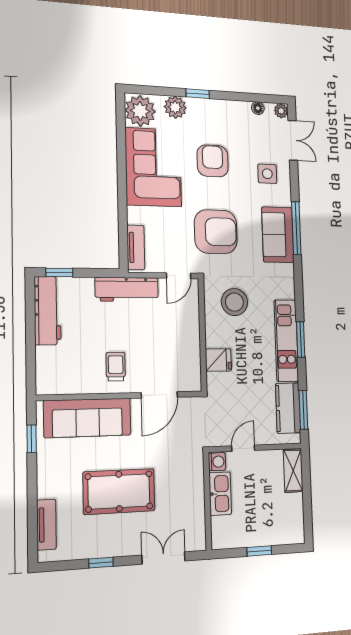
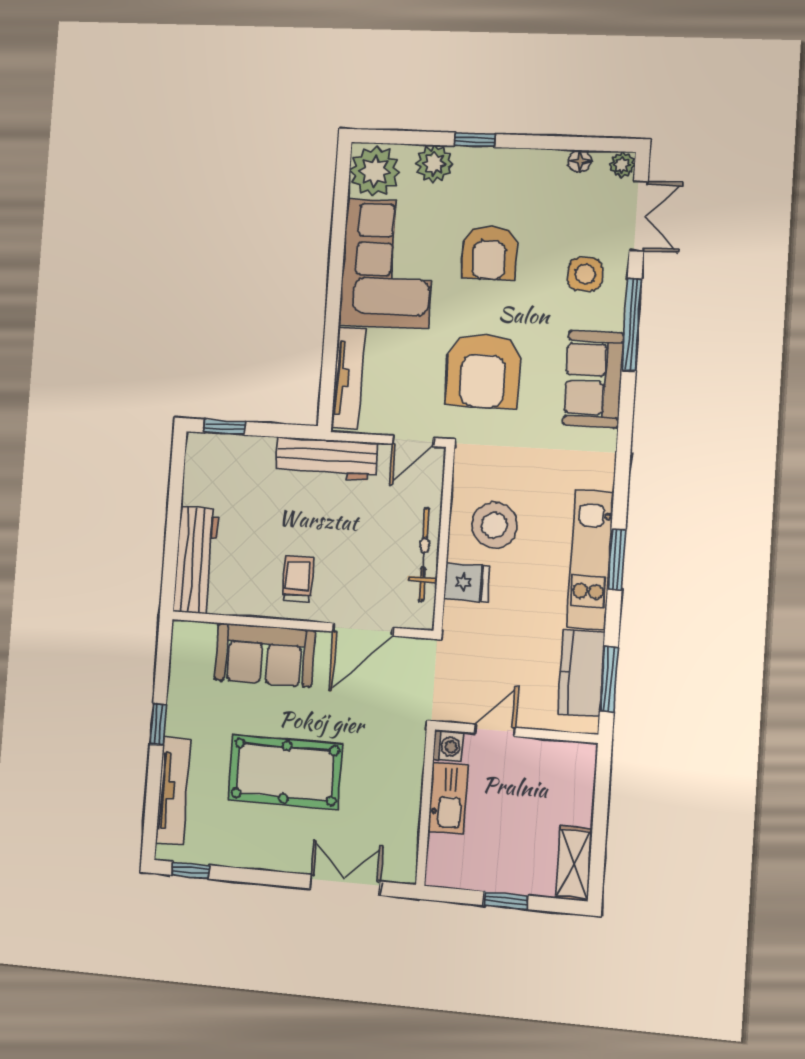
armchair: (213, 161) -> (489, 253), turned 180
window: (296, 228) -> (632, 324), moved
armchair: (216, 232) -> (483, 371), turned 90
tv unit: (136, 247) -> (348, 378), width x1.41
stool: (234, 302) -> (494, 525), moved
workbench: (48, 311) -> (196, 560), moved
bicycle: (192, 345) -> (424, 555), added
sofa: (88, 418) -> (265, 655), width x0.73
window: (32, 439) -> (158, 724), moved
shelving: (293, 470) -> (574, 864), moved
tv unit: (46, 525) -> (173, 791), width x1.41
window: (101, 563) -> (191, 870), moved

